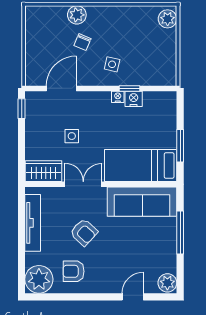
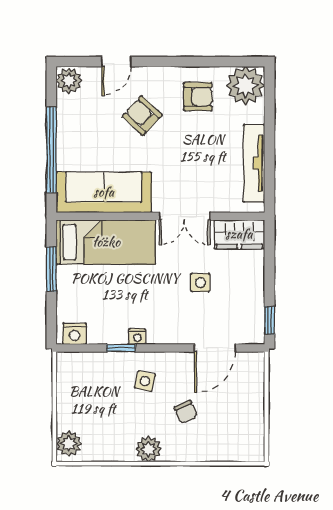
plant: (77, 15) -> (148, 449), moved
chair: (82, 42) -> (186, 412), turned 134
nightstand: (134, 99) -> (75, 334), moved
armchair: (84, 232) -> (142, 116), moved
window: (180, 232) -> (51, 150), width x1.46

